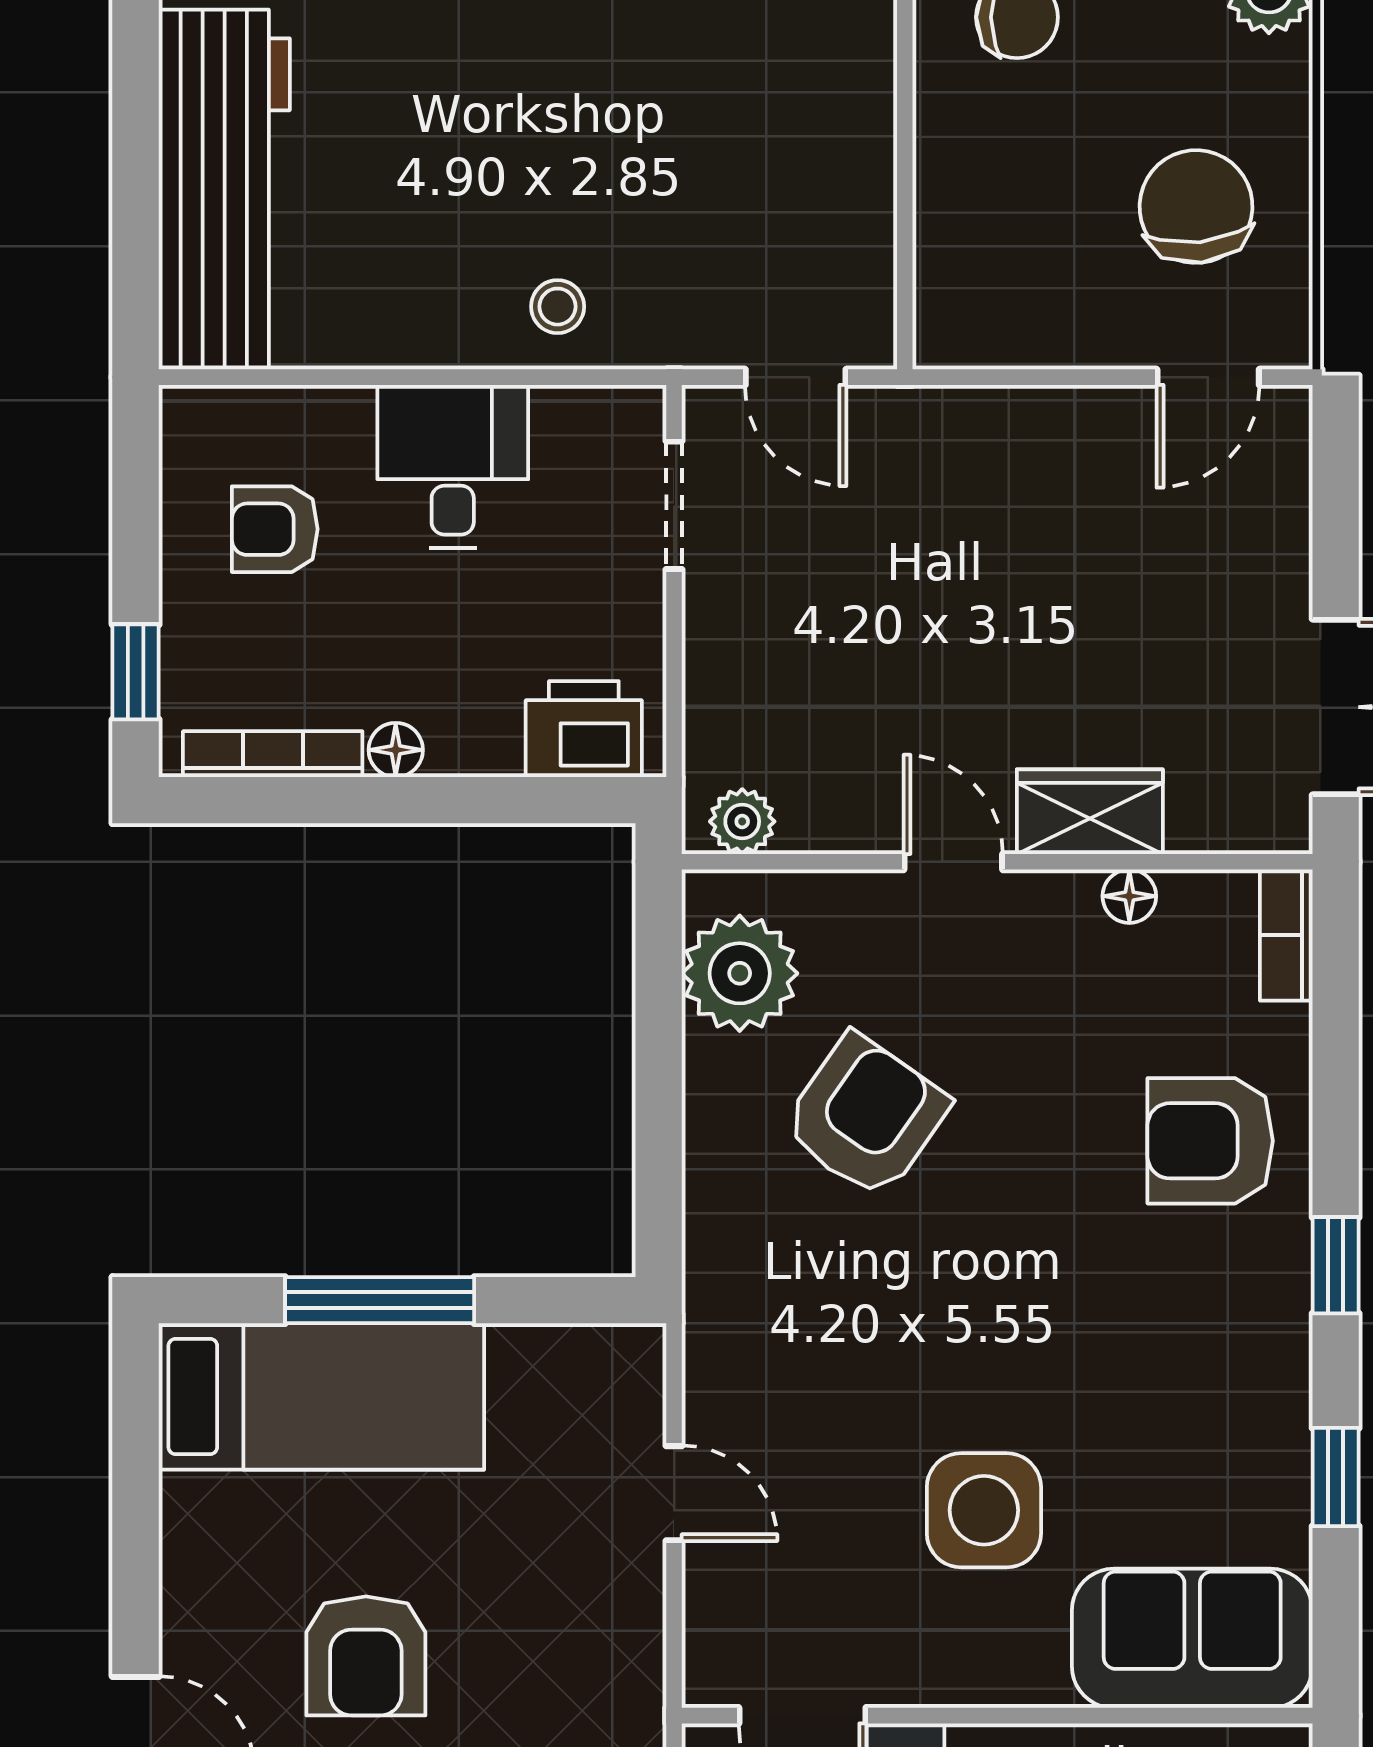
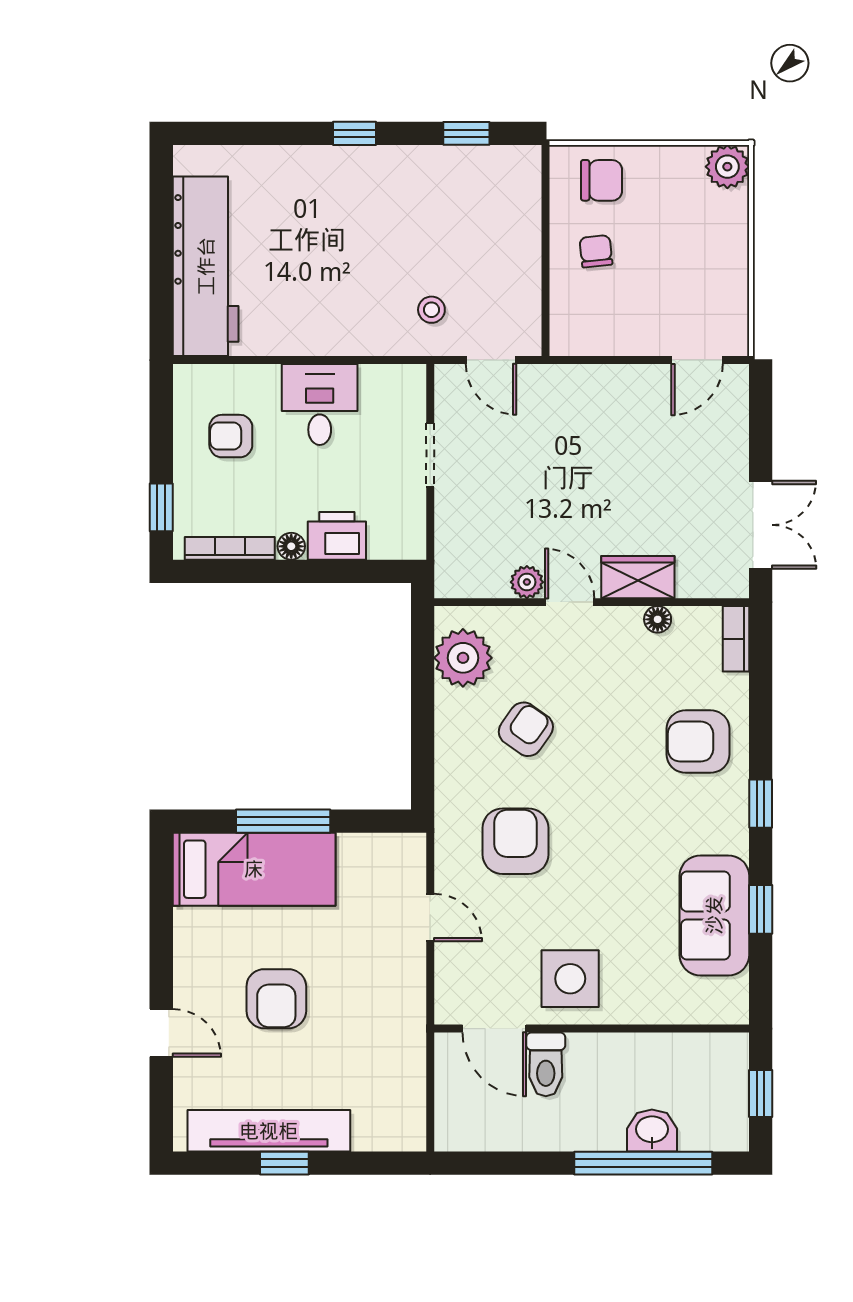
chair: (1196, 207) -> (596, 251), moved, width x0.54, depth x0.54
stool: (558, 307) -> (431, 310), moved
doorway: (674, 505) -> (430, 455), moved
printer: (584, 729) -> (337, 536), moved
plant: (742, 821) -> (527, 582), moved
armchair: (866, 1116) -> (526, 729), width x0.72, depth x0.72
armchair: (845, 1341) -> (515, 841), added
side table: (984, 1510) -> (570, 979), moved
sofa: (1192, 1638) -> (714, 915), moved, turned -90

